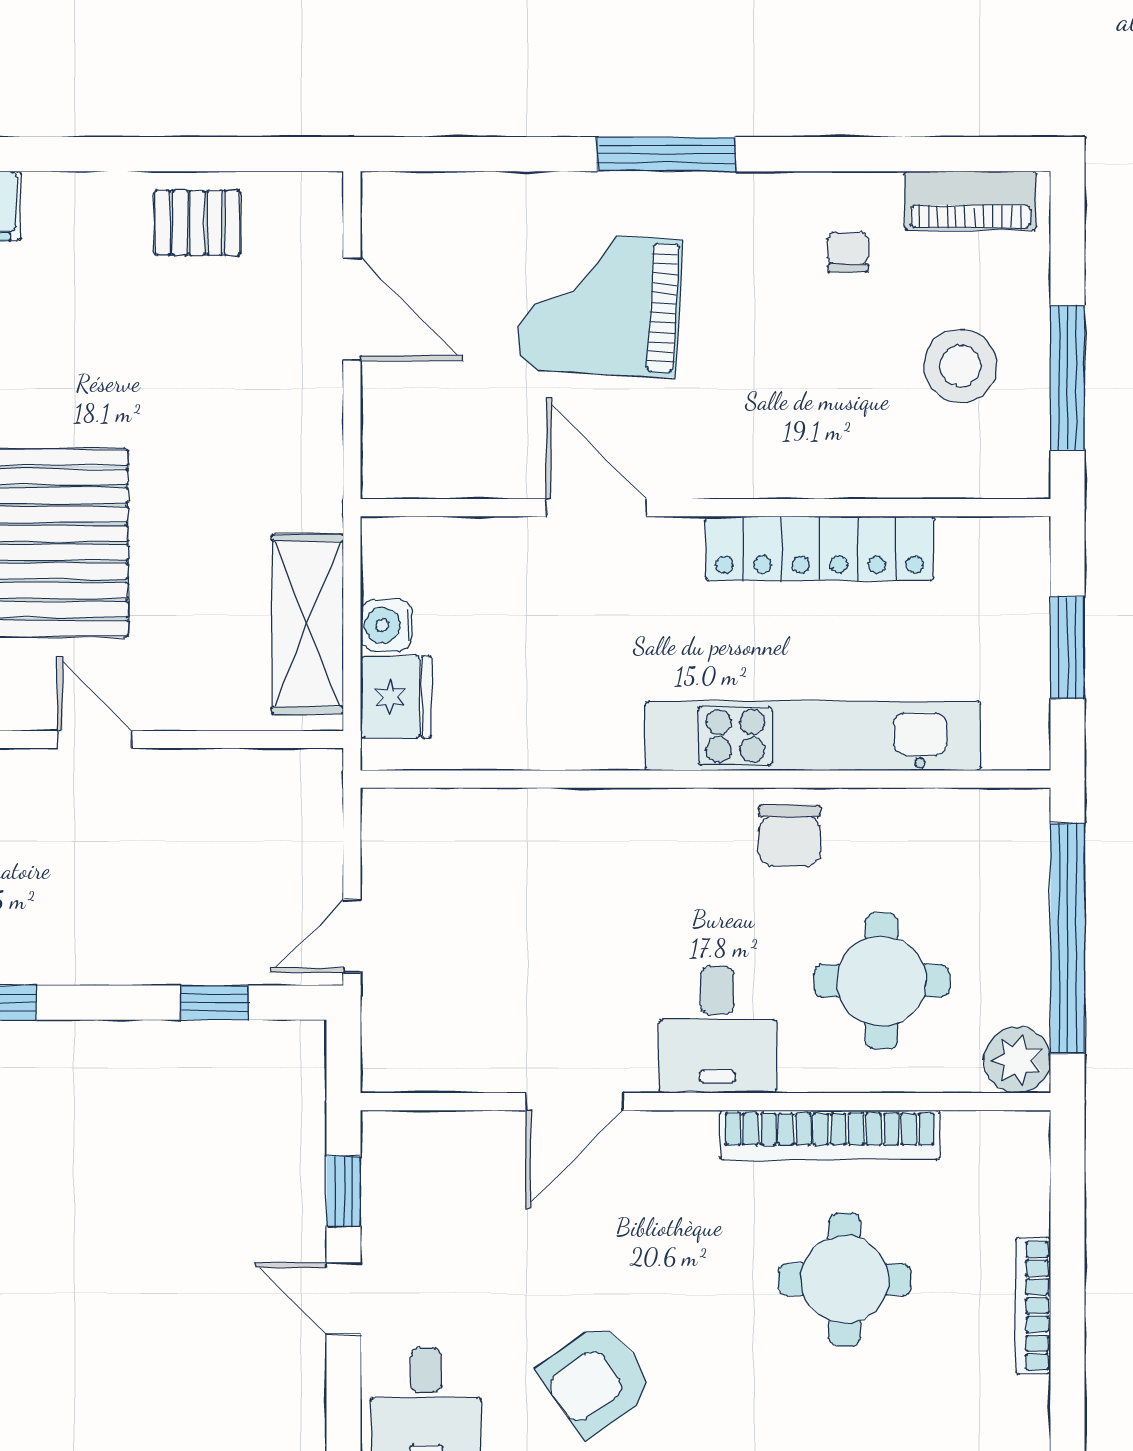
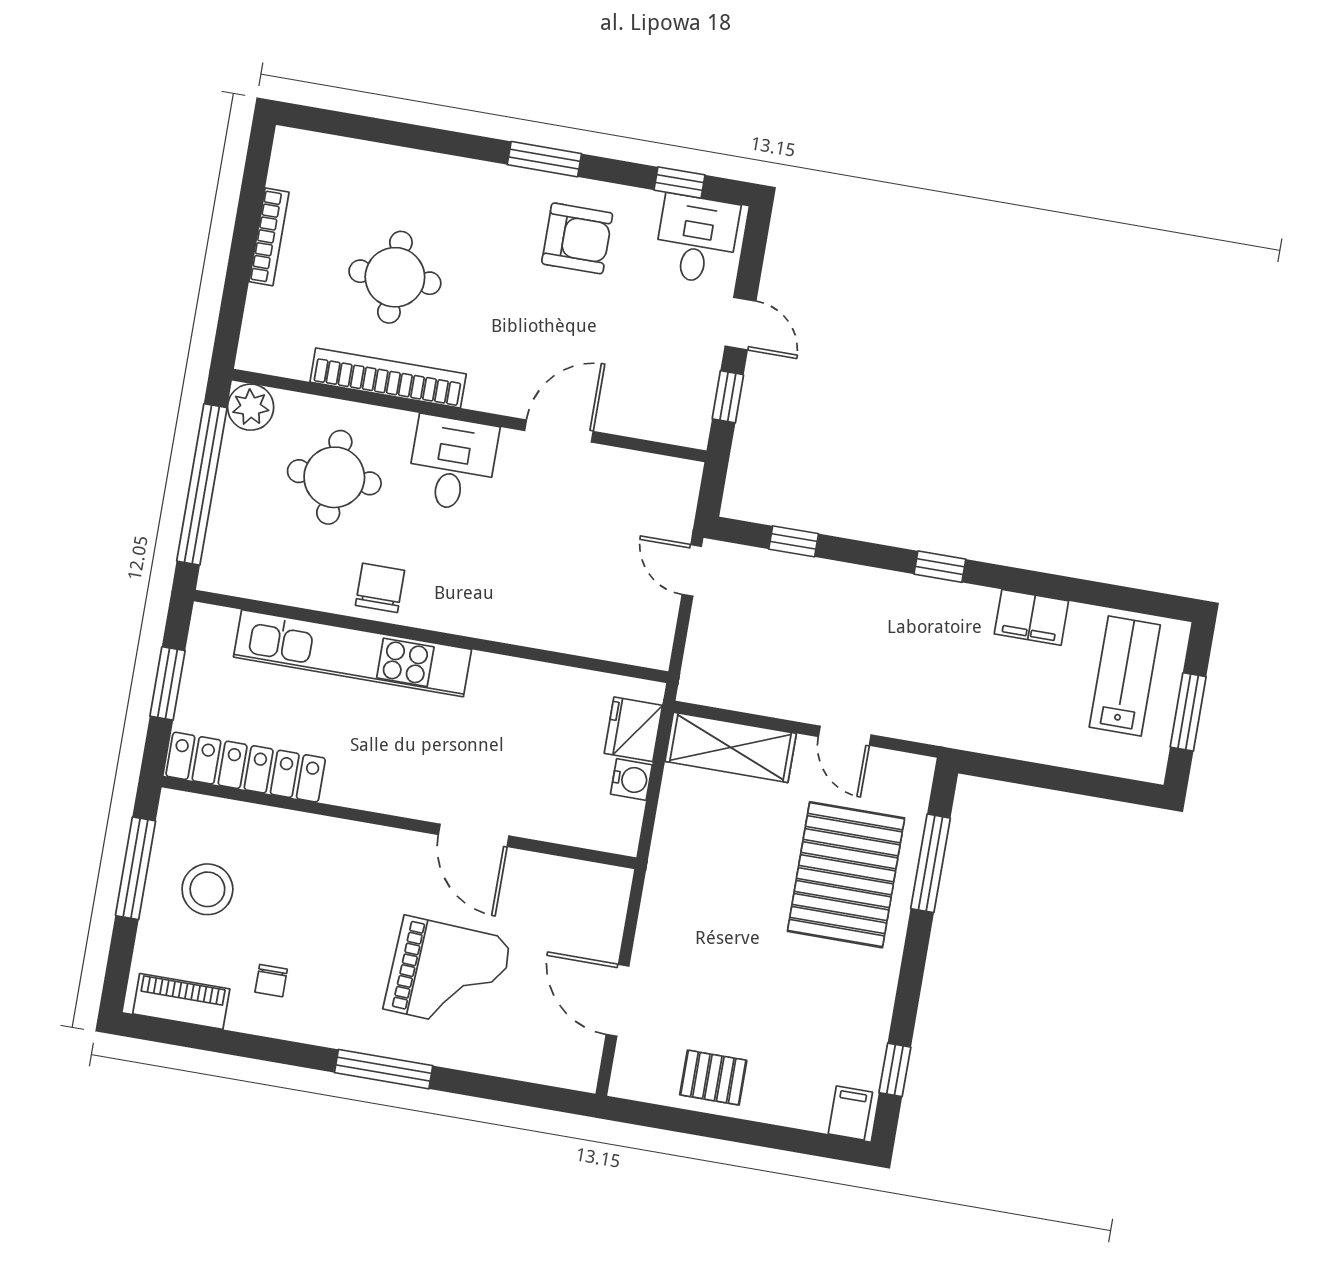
locker: (820, 548) -> (246, 767), moved
shelving: (308, 624) -> (731, 747), moved, turned 90
door: (352, 936) -> (692, 570), swing flipped
armchair: (596, 1379) -> (577, 238), turned 35

